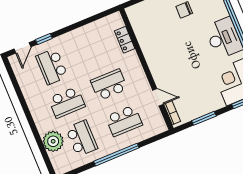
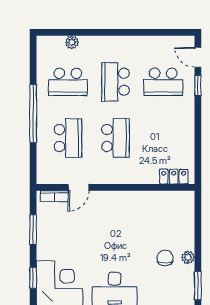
locker: (125, 40) -> (174, 177), moved
school desk: (52, 66) -> (163, 82), turned 180
school desk: (124, 121) -> (68, 138), turned 180
plant: (53, 141) -> (72, 42), width x0.53, depth x0.53

